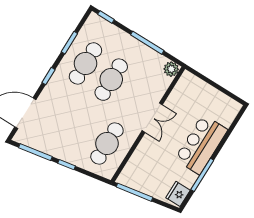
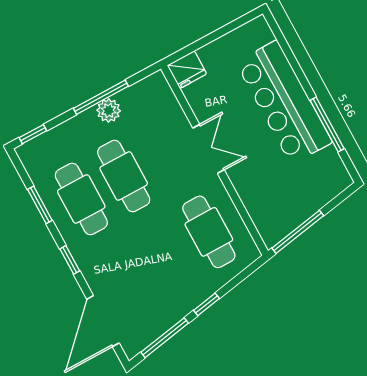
plant: (171, 69) -> (109, 110), moved
bar counter: (201, 144) -> (284, 102), width x1.36
fridge: (178, 194) -> (187, 70), moved, turned -90

